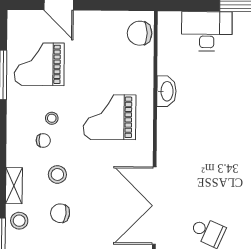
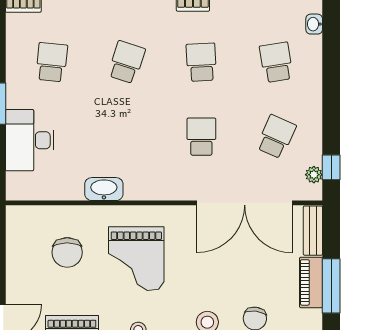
chair: (140, 33) -> (67, 252), moved
school desk: (208, 171) -> (201, 137), added

